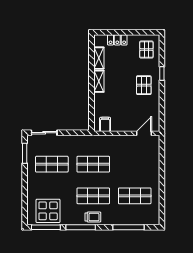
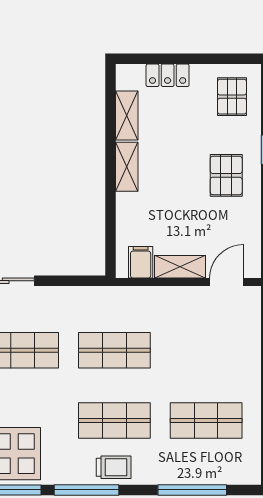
shelving: (123, 126) -> (180, 267), added

